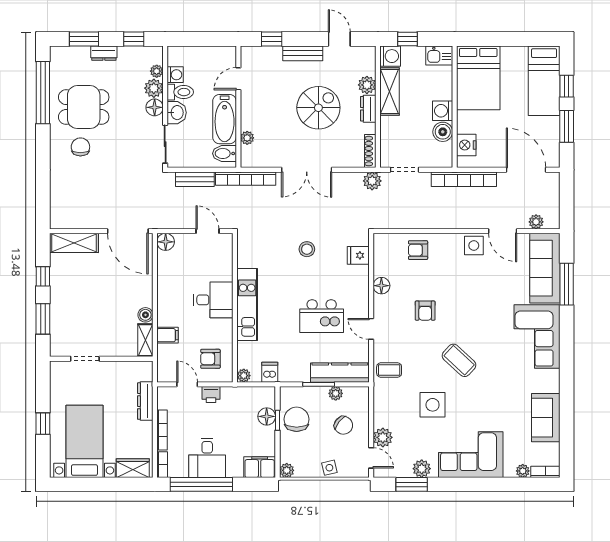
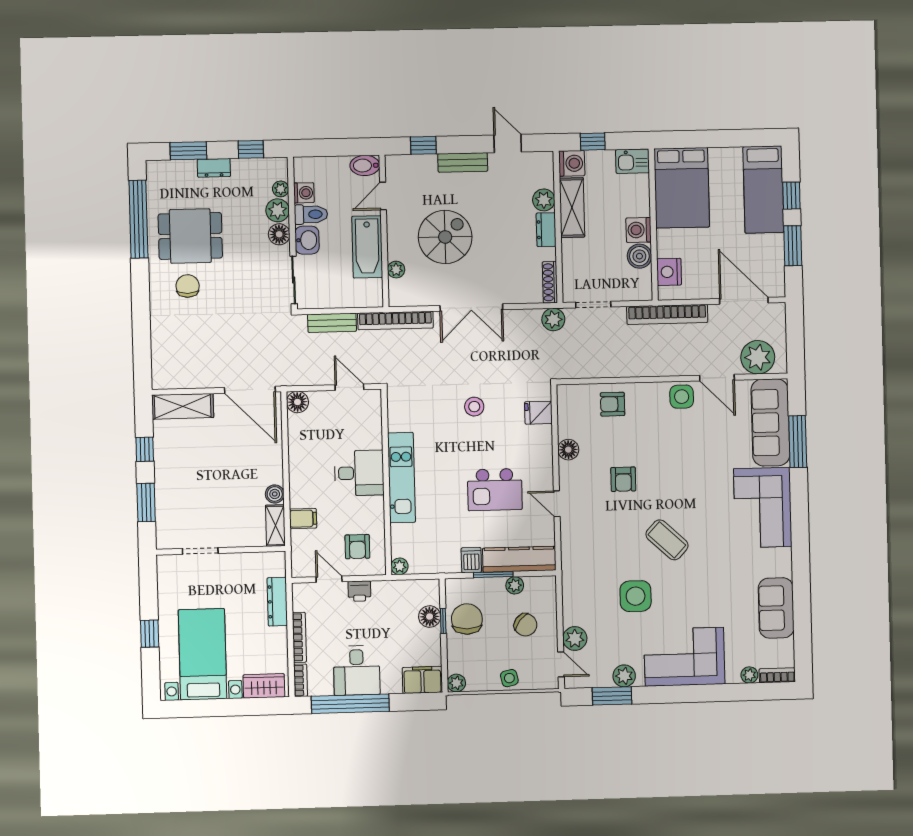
spiral stairs: (318, 108) -> (445, 237), moved
bidet: (224, 153) -> (365, 165), moved
plant: (536, 222) -> (758, 357), width x1.88, depth x1.88
armchair: (210, 359) -> (357, 547), turned -90
coffee table: (389, 370) -> (580, 554), removed
dishwasher: (270, 372) -> (471, 560), moved

